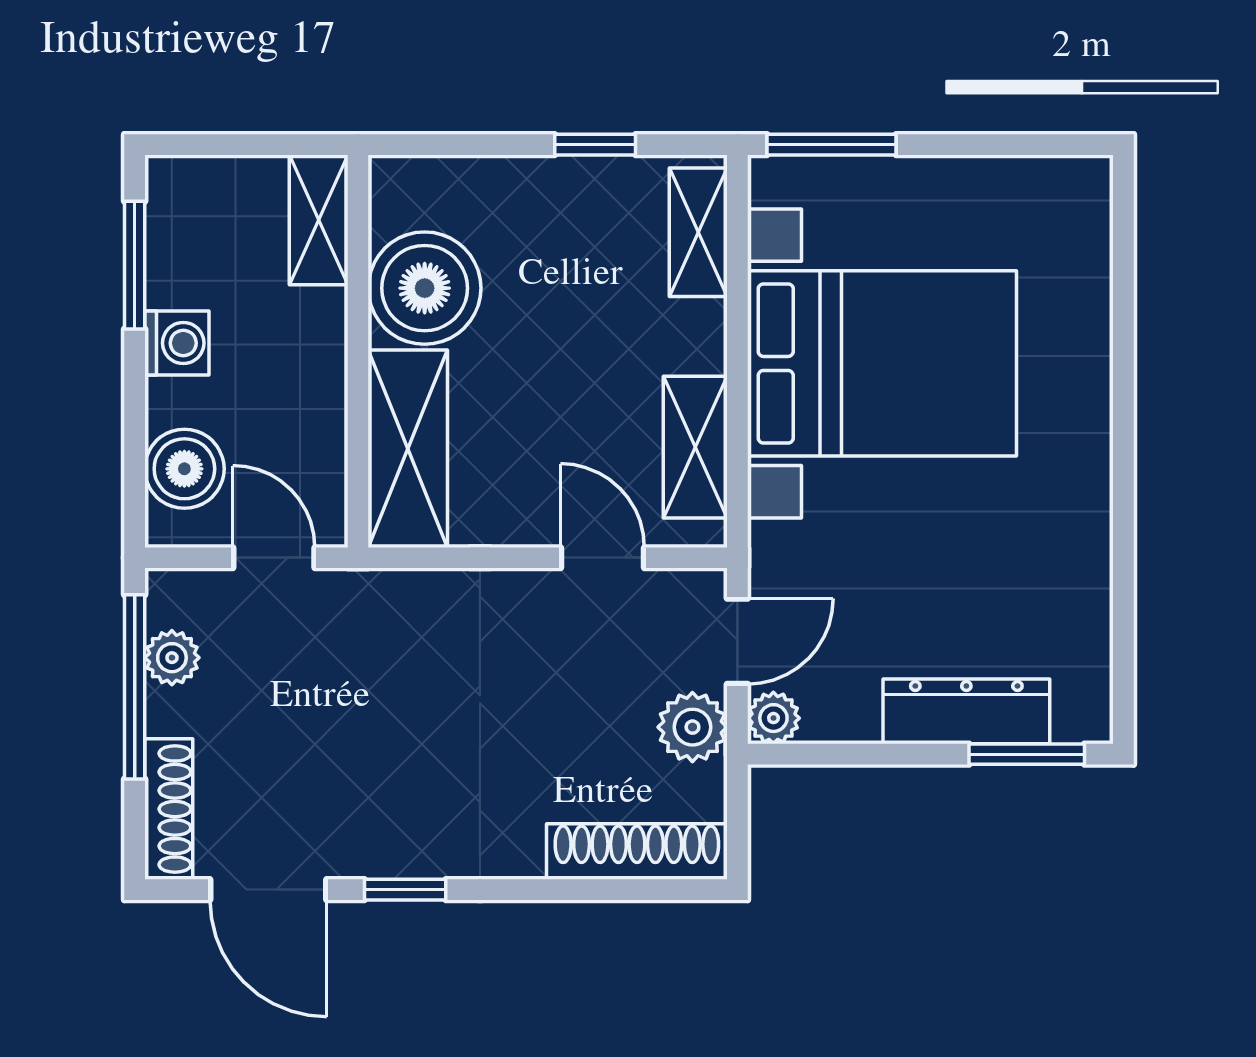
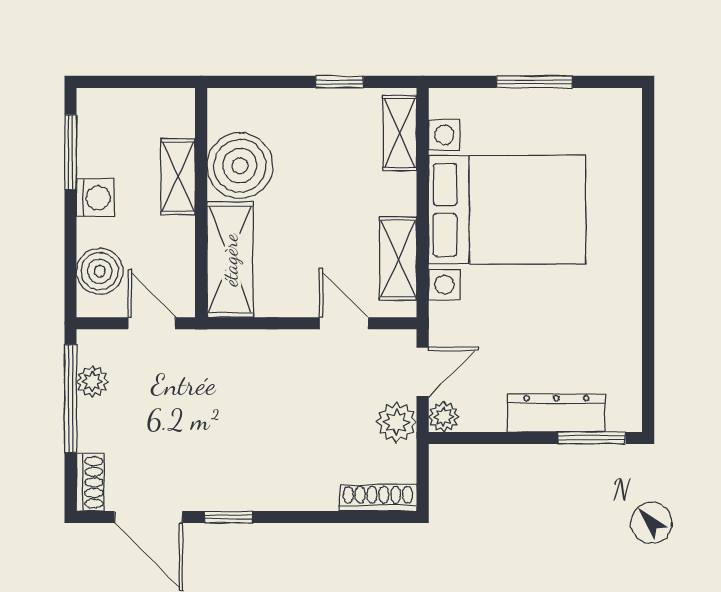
window: (831, 145) -> (534, 82), moved
shelving: (319, 220) -> (178, 177), moved
shoe rack: (169, 809) -> (90, 482), width x0.70
shoe rack: (637, 852) -> (378, 498), width x0.74, depth x0.81

